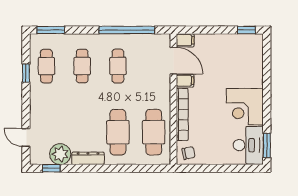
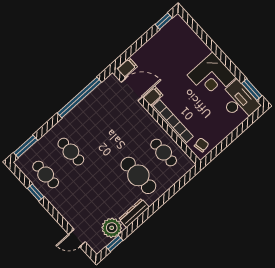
cafe table: (118, 66) -> (96, 129), removed
cafe table: (154, 132) -> (164, 153), width x0.73, depth x0.74

